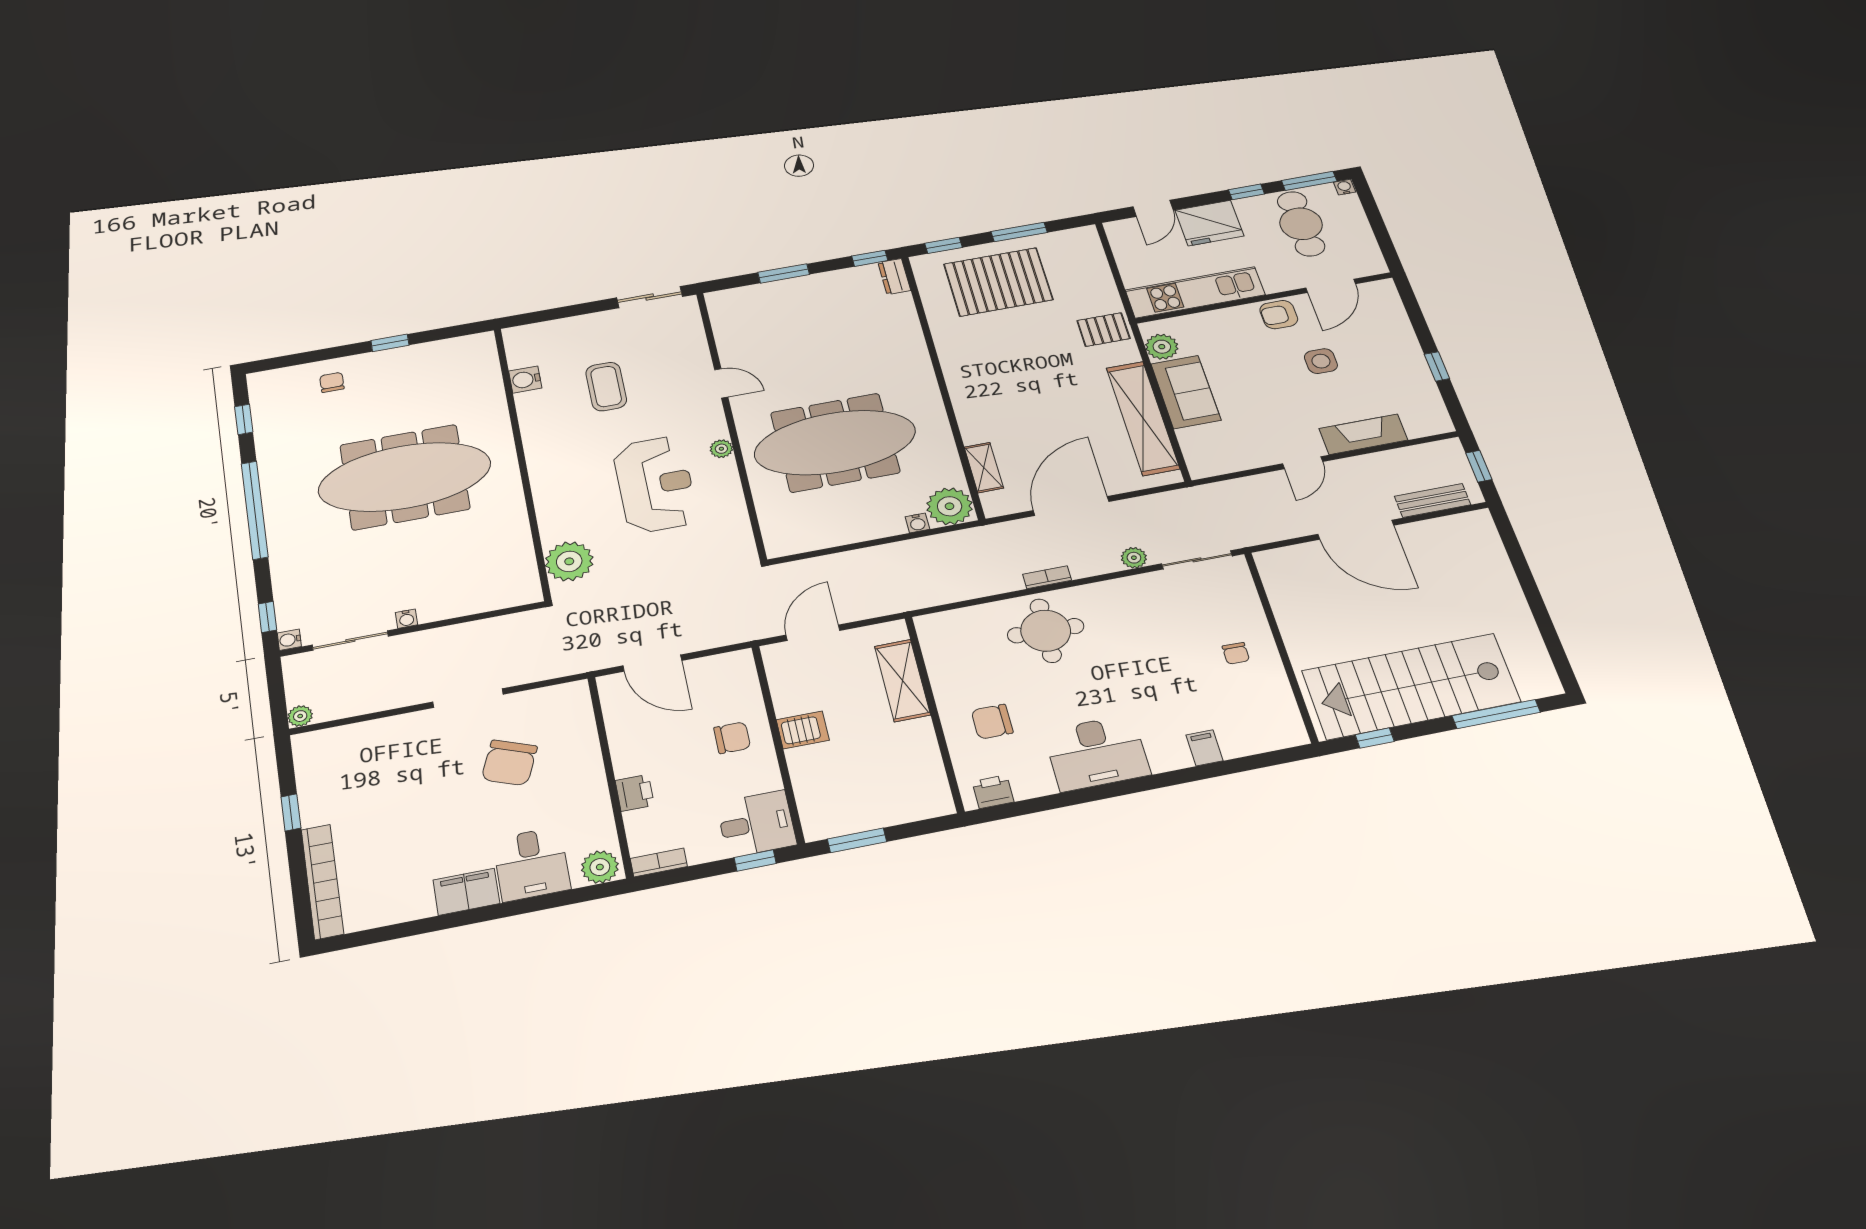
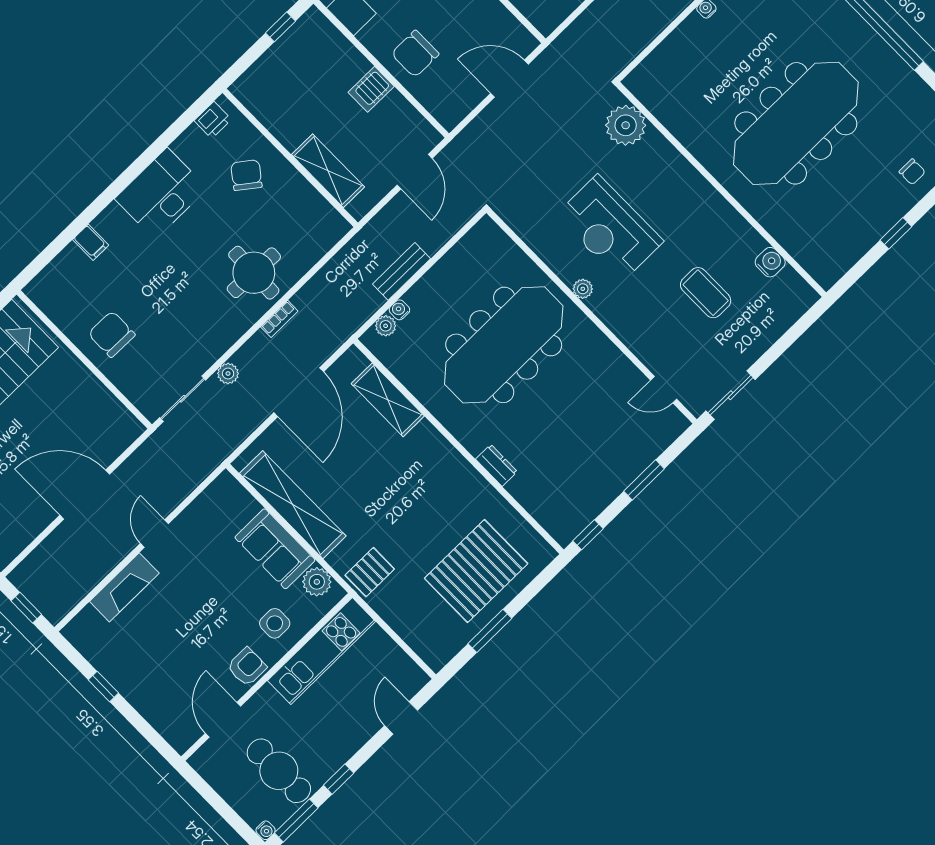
fridge: (1209, 223) -> (349, 729), removed
window: (943, 245) -> (540, 582), removed
dresser: (894, 276) -> (497, 465), moved
side table: (1321, 361) -> (275, 623), moved
door: (721, 383) -> (664, 390), moved
shelving: (984, 468) -> (388, 400), width x1.50, depth x1.33
bench: (1433, 501) -> (401, 271), moved
plant: (950, 506) -> (386, 326), width x0.53, depth x0.53
chair: (1236, 653) -> (112, 334), width x1.87, depth x1.87
chair: (992, 722) -> (246, 175), turned -53
chair: (732, 738) -> (415, 54), width x1.37, depth x1.37
window: (857, 840) -> (280, 27), width x0.67

